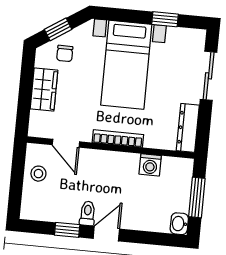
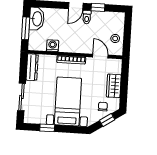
washbasin: (179, 224) -> (37, 19), width x1.91, depth x1.45

